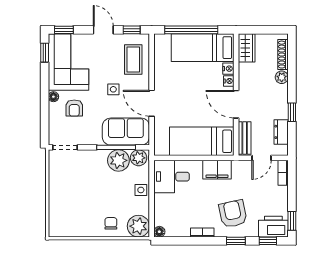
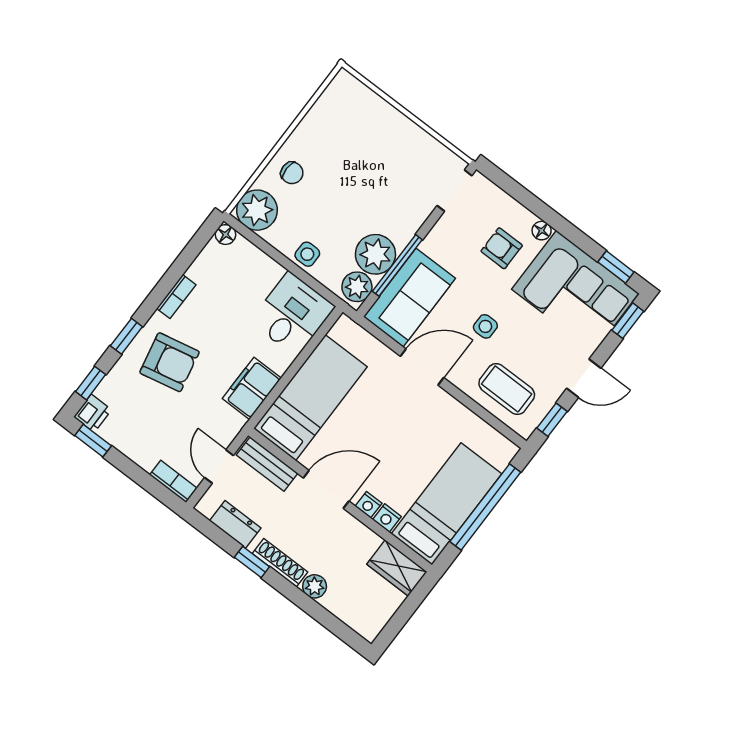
shoe rack: (283, 55) -> (280, 563), moved
printer: (273, 227) -> (93, 413), width x0.53, depth x0.68

